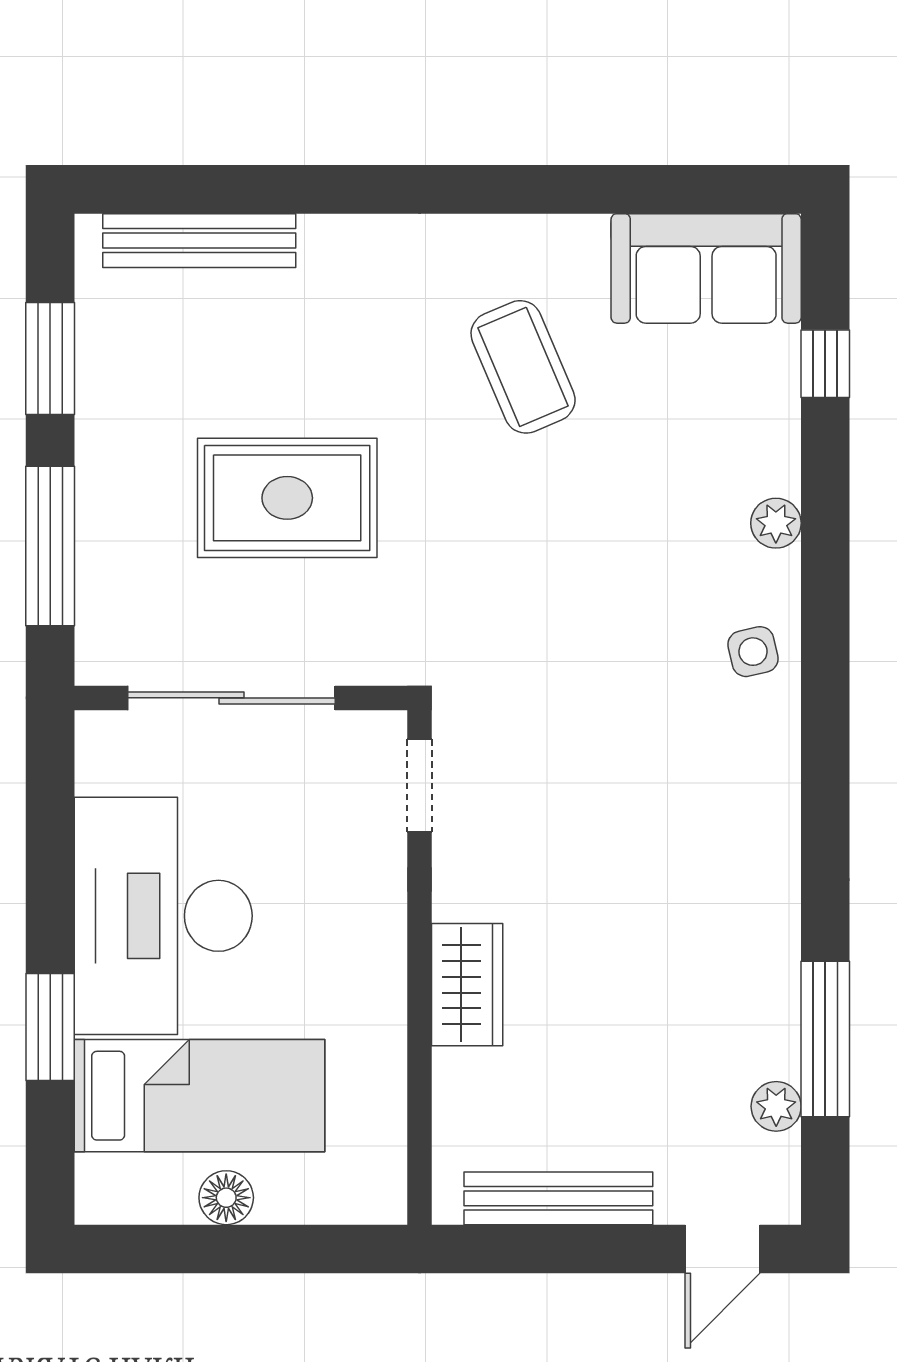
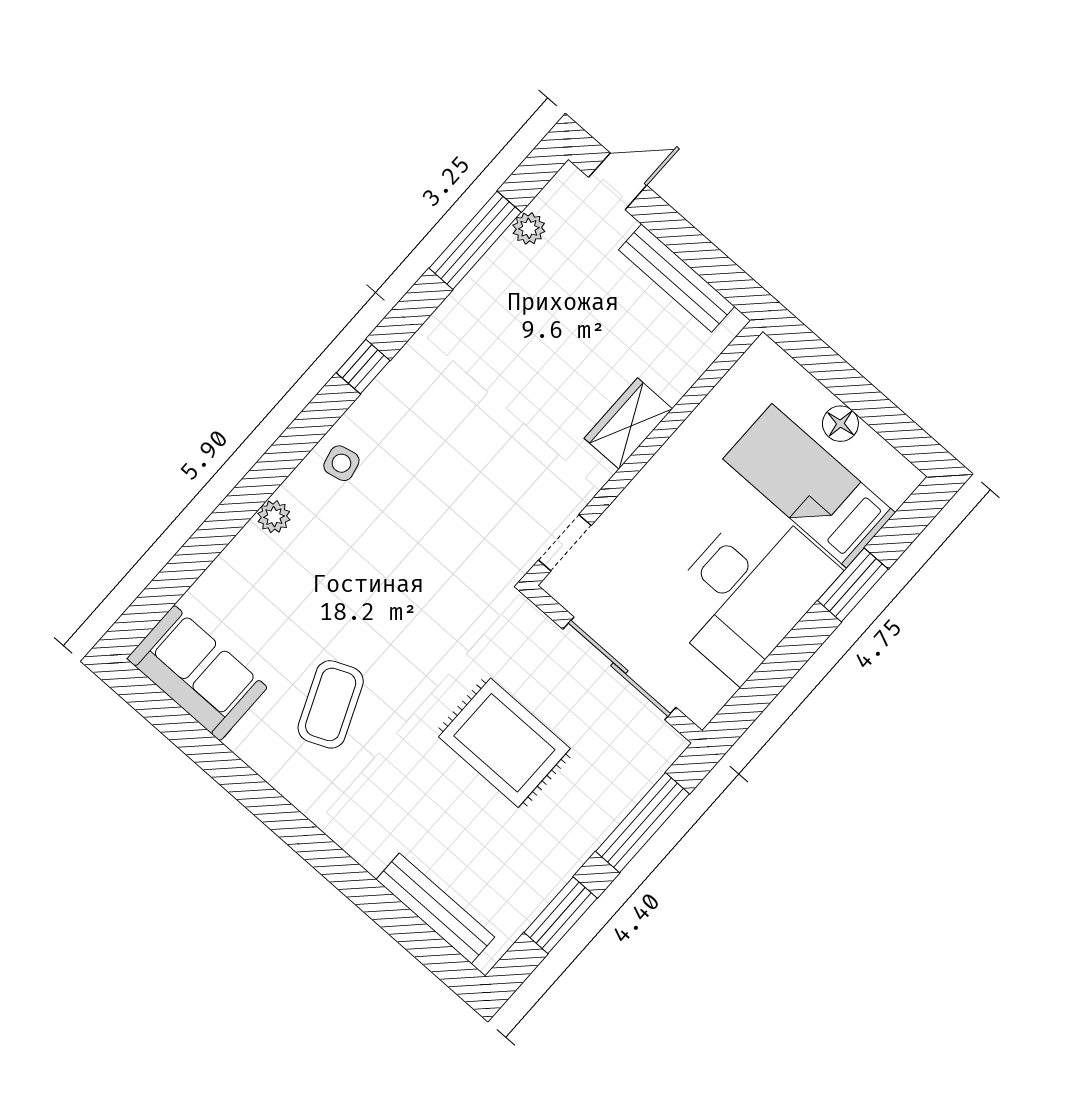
window: (825, 364) -> (363, 367), moved

